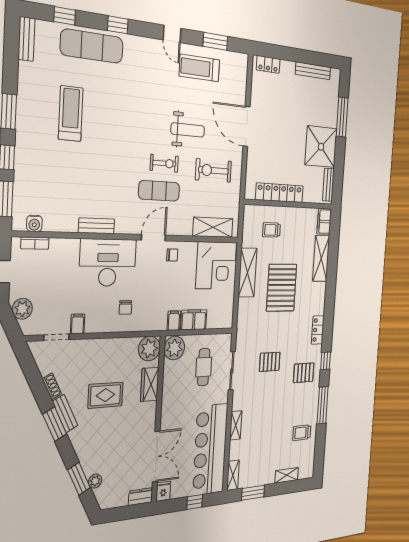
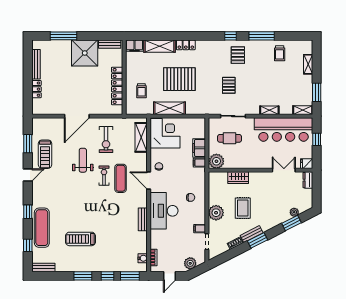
locker: (268, 64) -> (36, 89), moved
locker: (318, 330) -> (186, 45), moved
plant: (149, 349) -> (216, 213), moved
double door: (156, 456) -> (284, 170), width x0.73

